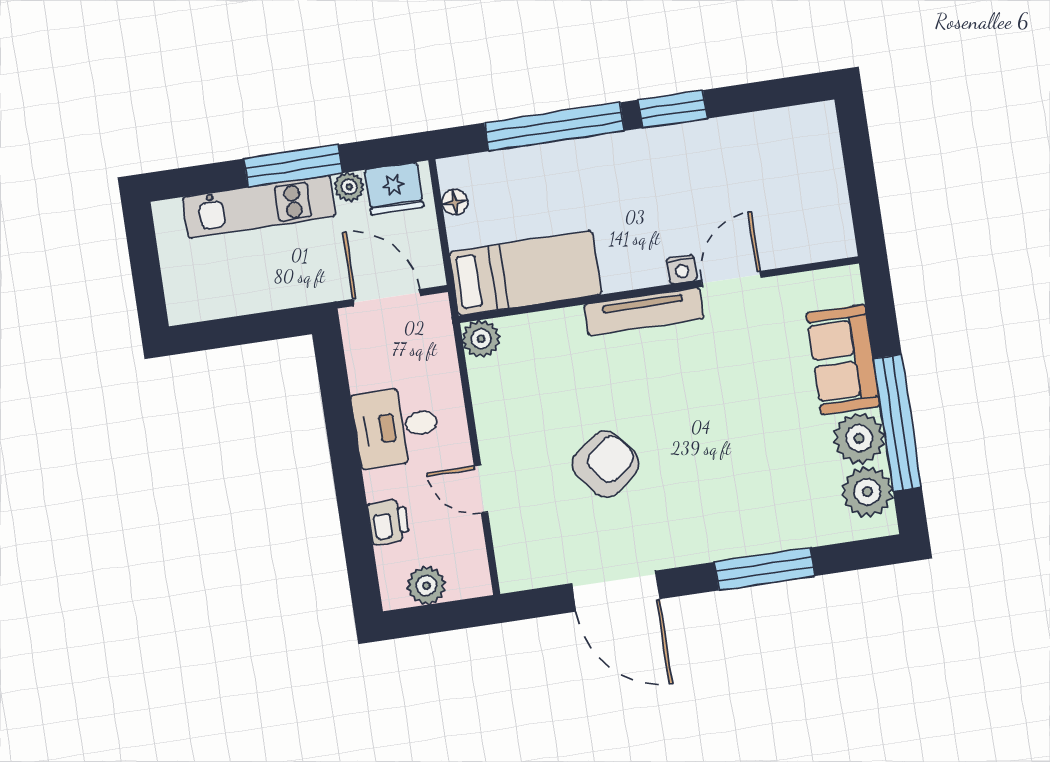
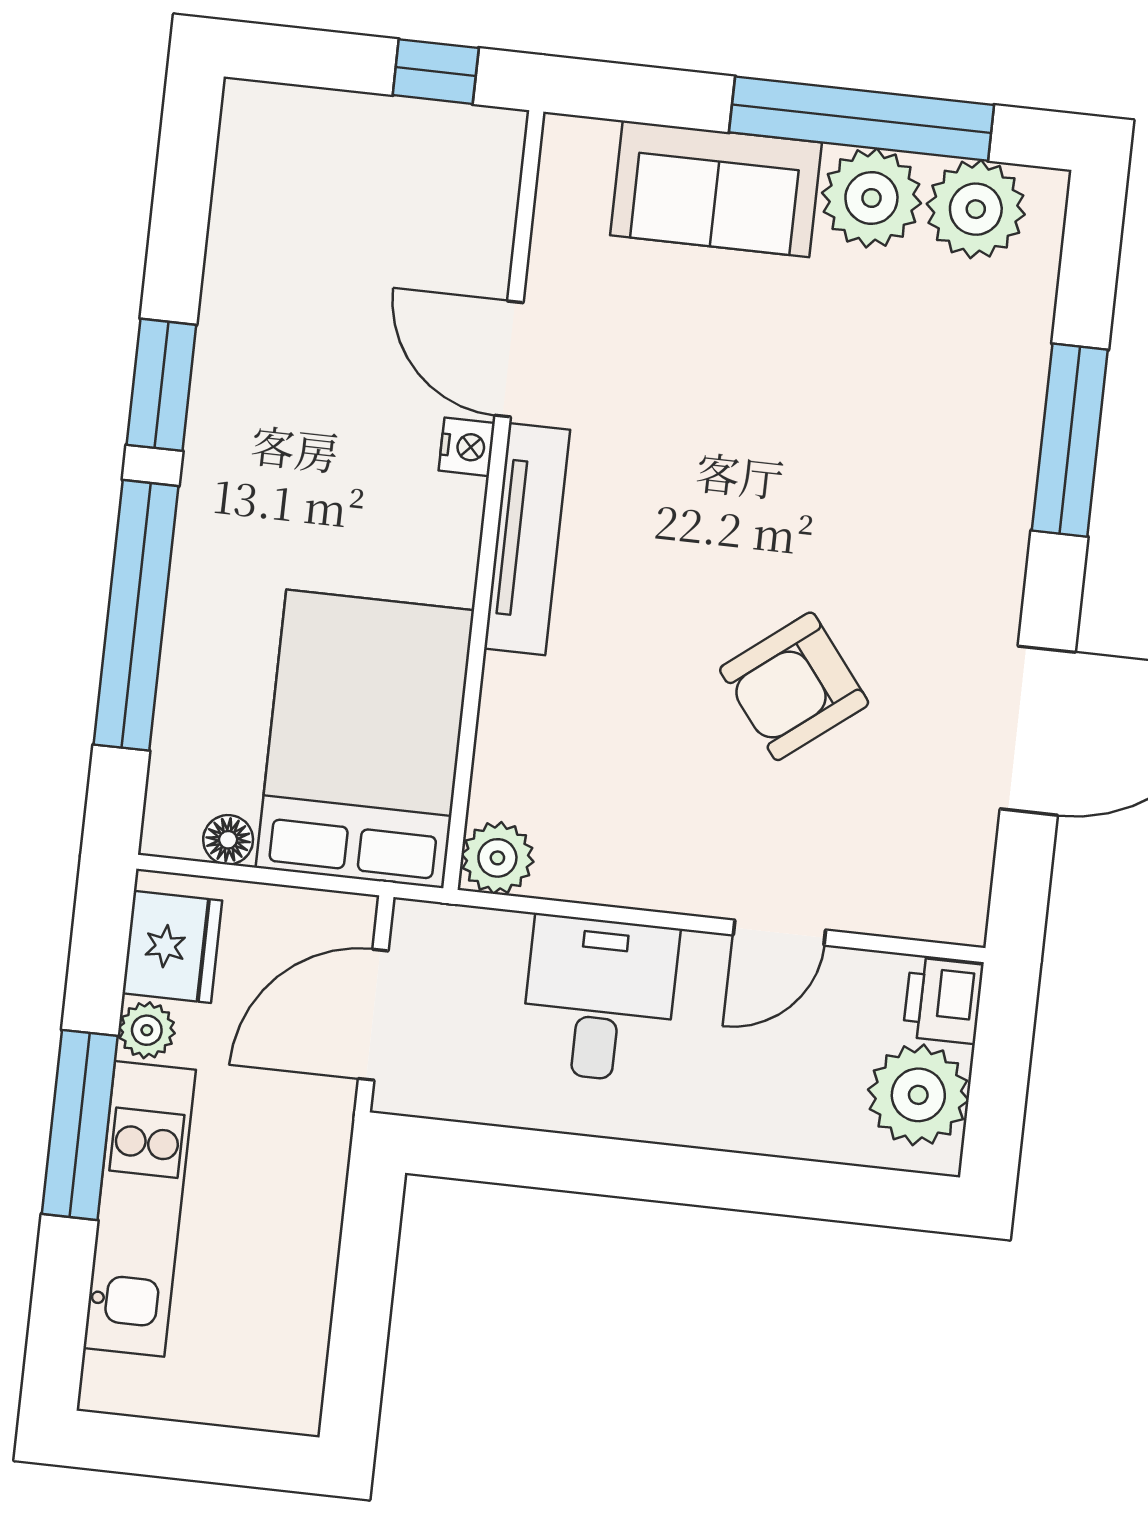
window: (865, 204) -> (436, 72), added
bed: (525, 273) -> (365, 739), width x1.50
desk: (396, 427) -> (599, 999), moved, turned 180
armchair: (606, 464) -> (794, 686), turned -90
printer: (388, 522) -> (943, 1001), moved, turned -90
plant: (426, 586) -> (918, 1095), width x1.36, depth x1.36

